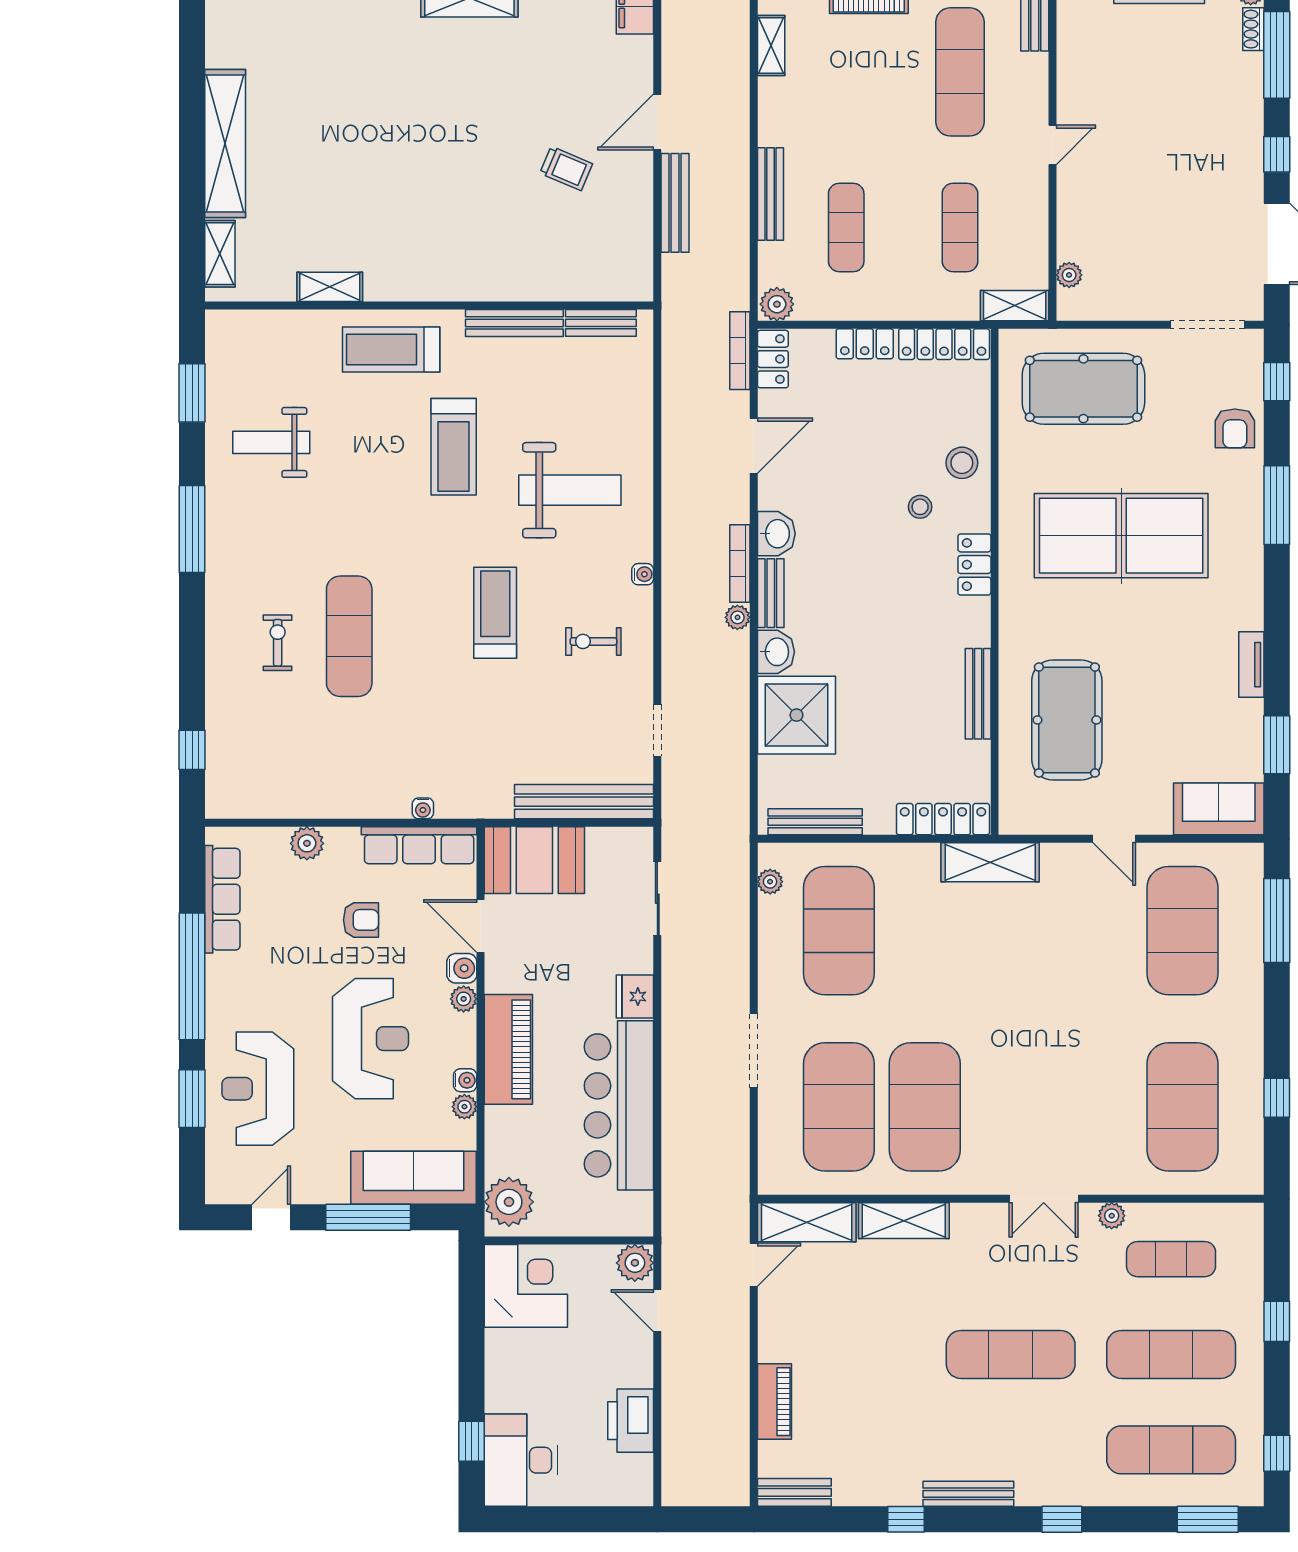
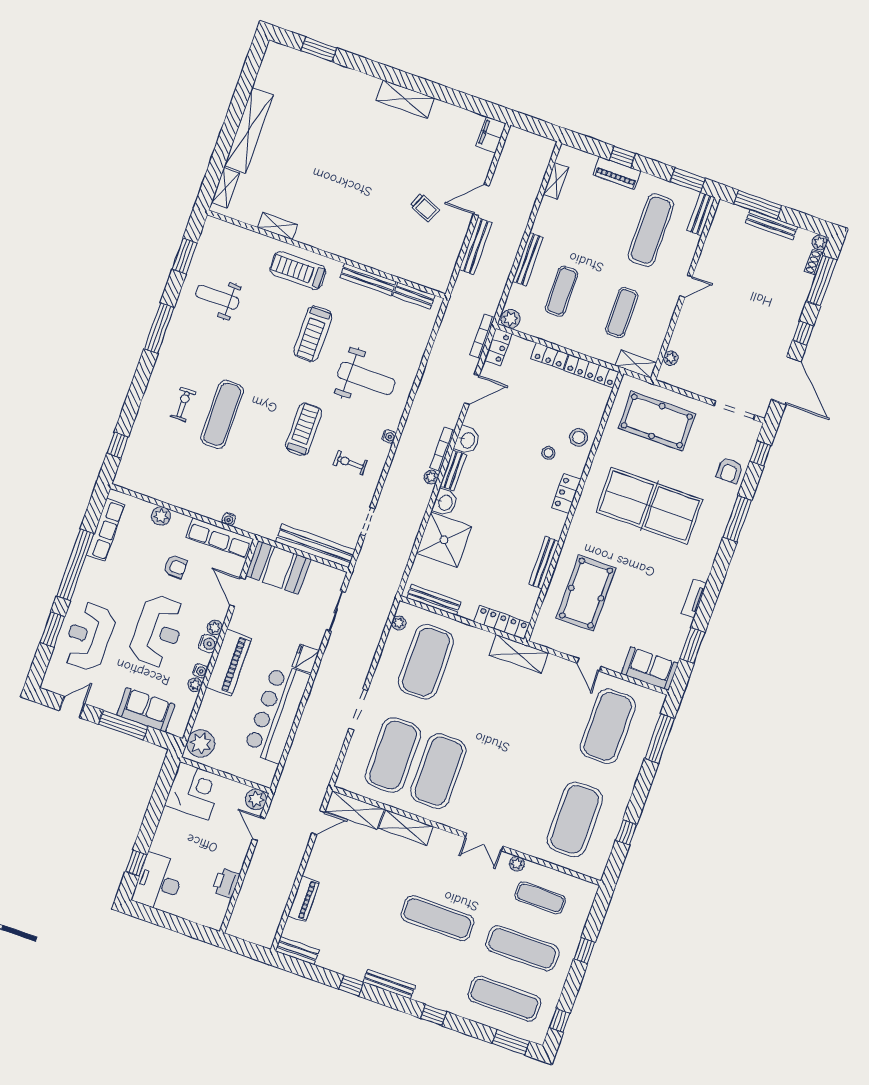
water cooler: (462, 968) -> (208, 643), moved
sofa: (413, 1178) -> (146, 710), width x0.73
printer: (631, 1421) -> (226, 883), width x0.73, depth x0.84

